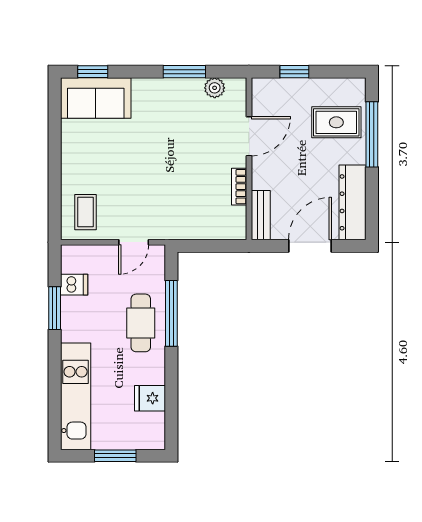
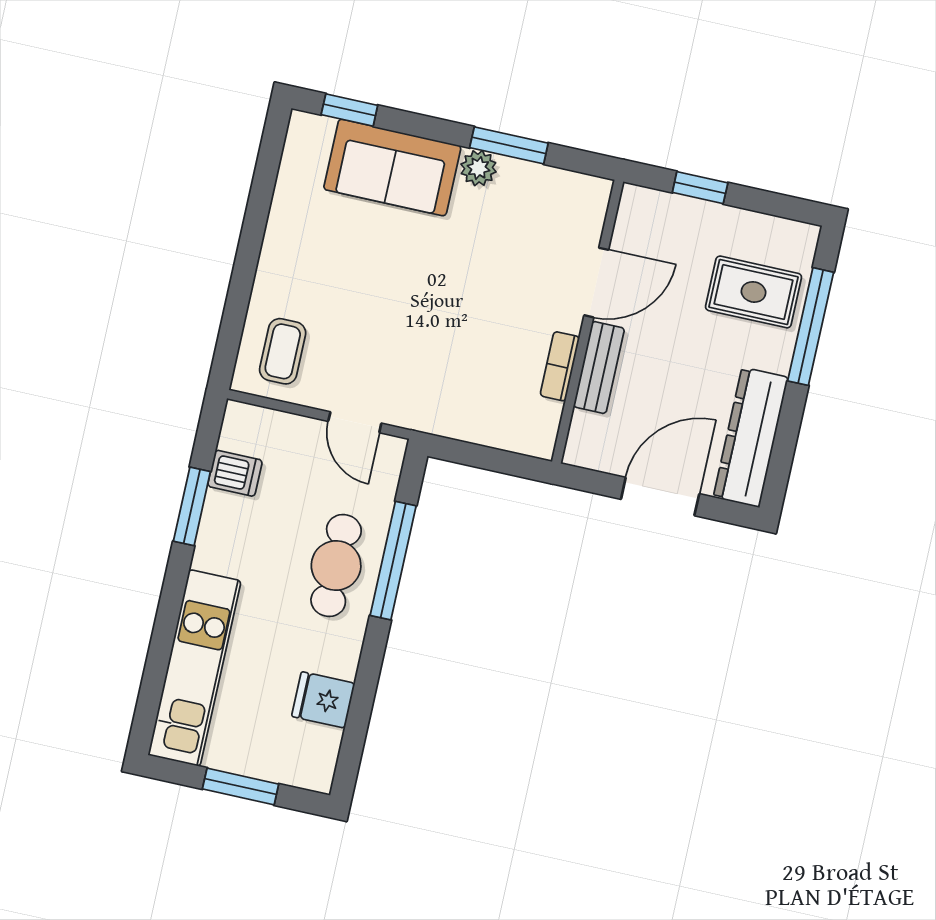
plant: (215, 88) -> (479, 168), moved
sofa: (96, 98) -> (392, 168), moved
bench: (261, 215) -> (599, 367), moved
door: (134, 242) -> (355, 422), hinge flipped

